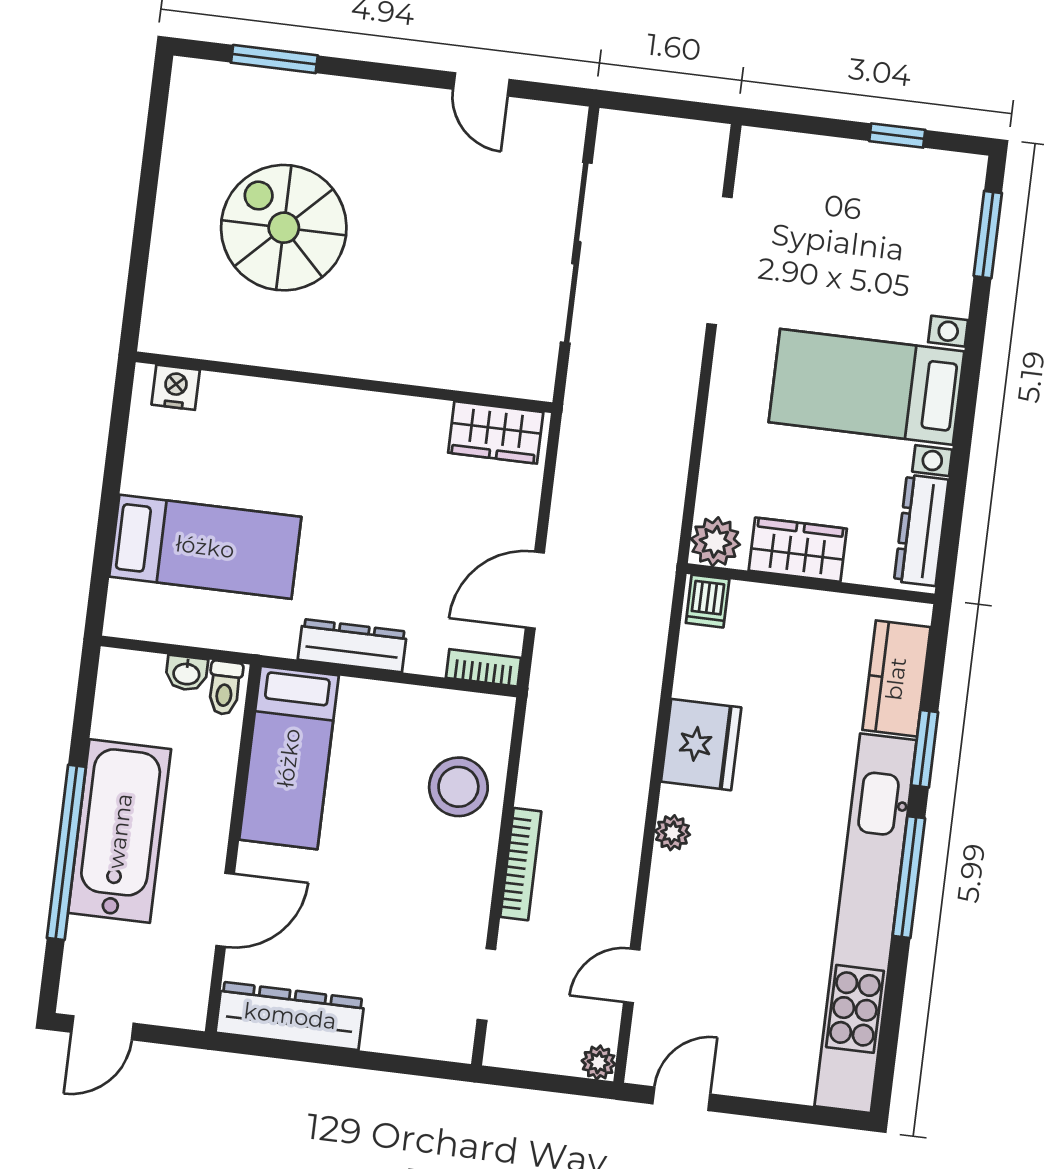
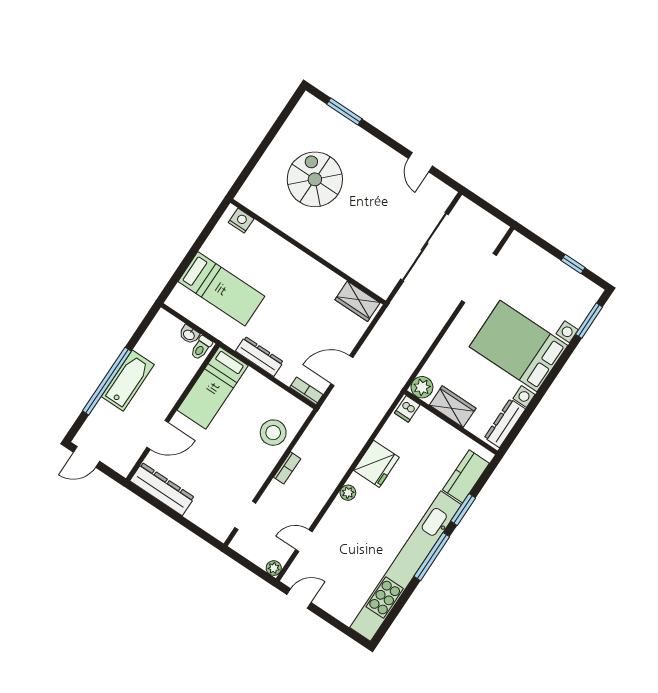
bed with nightstands: (866, 387) -> (518, 346), width x1.36
bathtub: (120, 831) -> (128, 381), width x0.73, depth x0.73
bookcase: (521, 864) -> (287, 468), width x0.64

